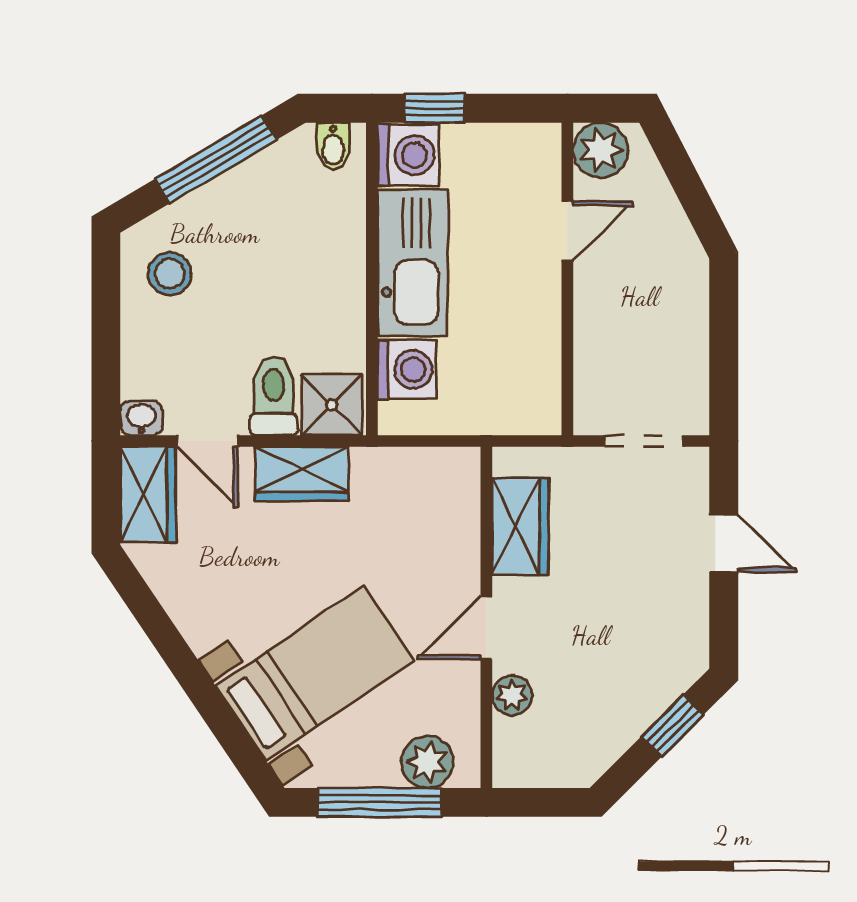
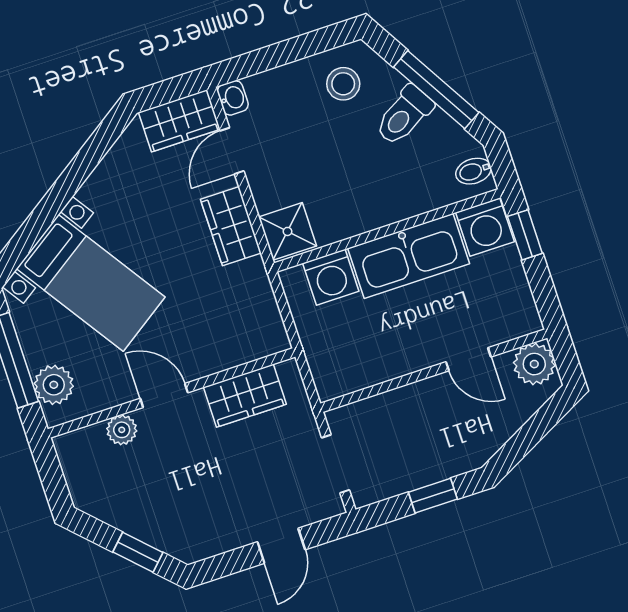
window: (724, 332) -> (433, 496), added
toilet: (274, 396) -> (404, 115), moved, turned 149

